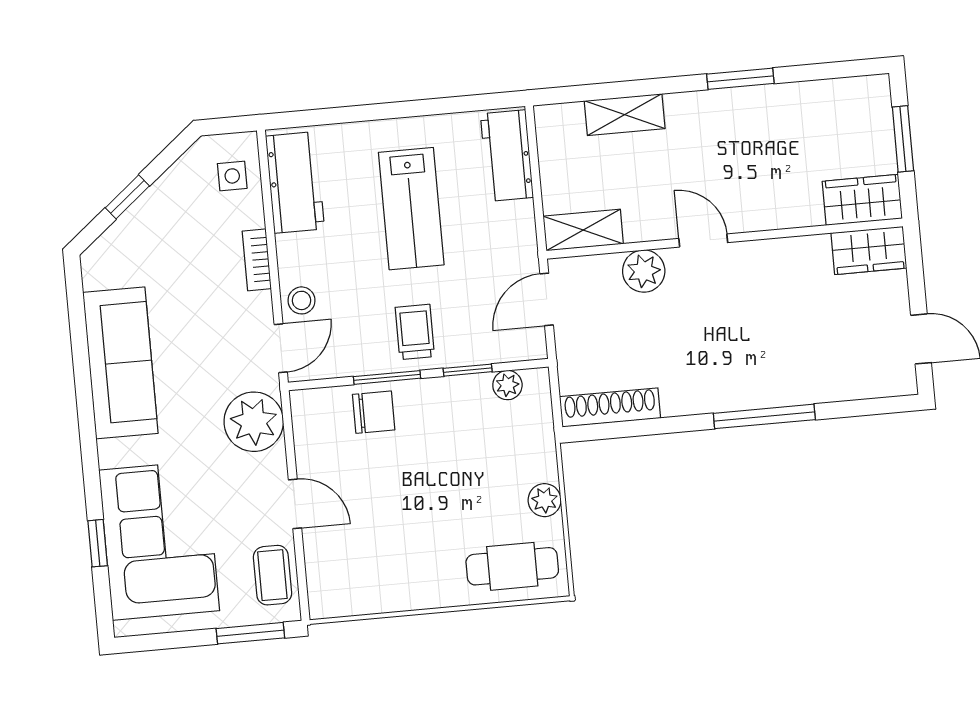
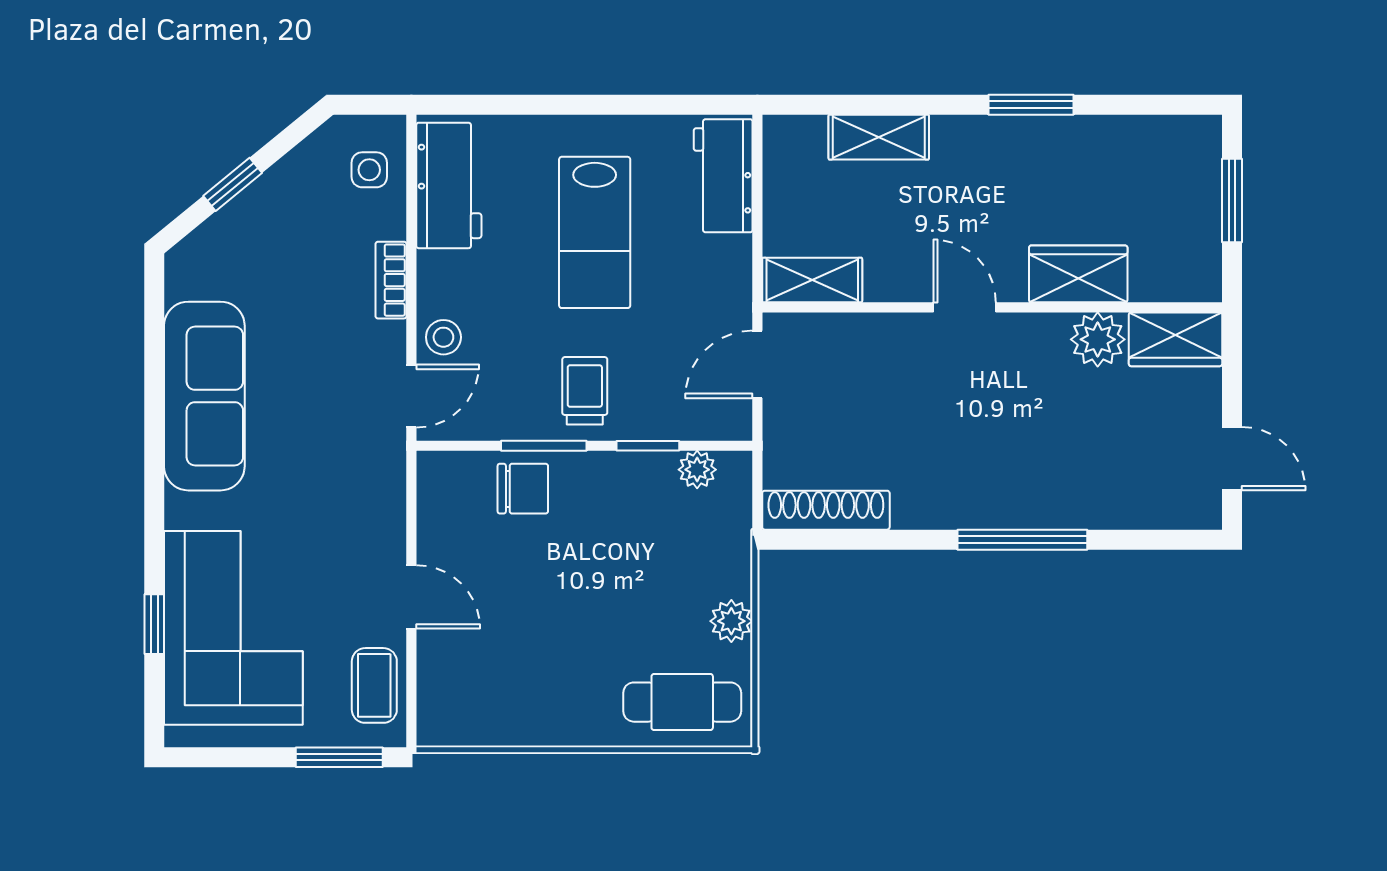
wardrobe: (862, 200) -> (1078, 274), moved
plant: (644, 271) -> (1098, 339), moved
plant: (254, 422) -> (368, 487), removed

